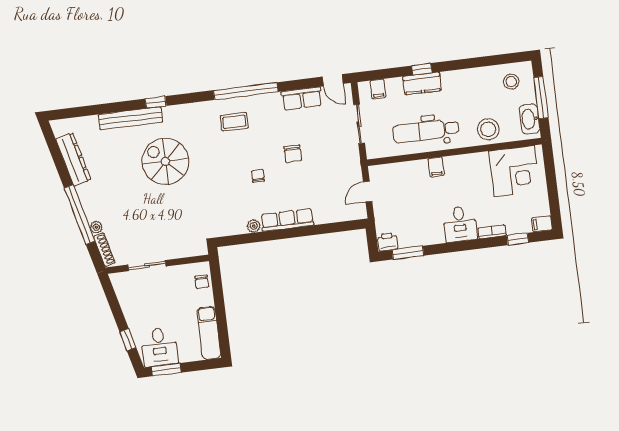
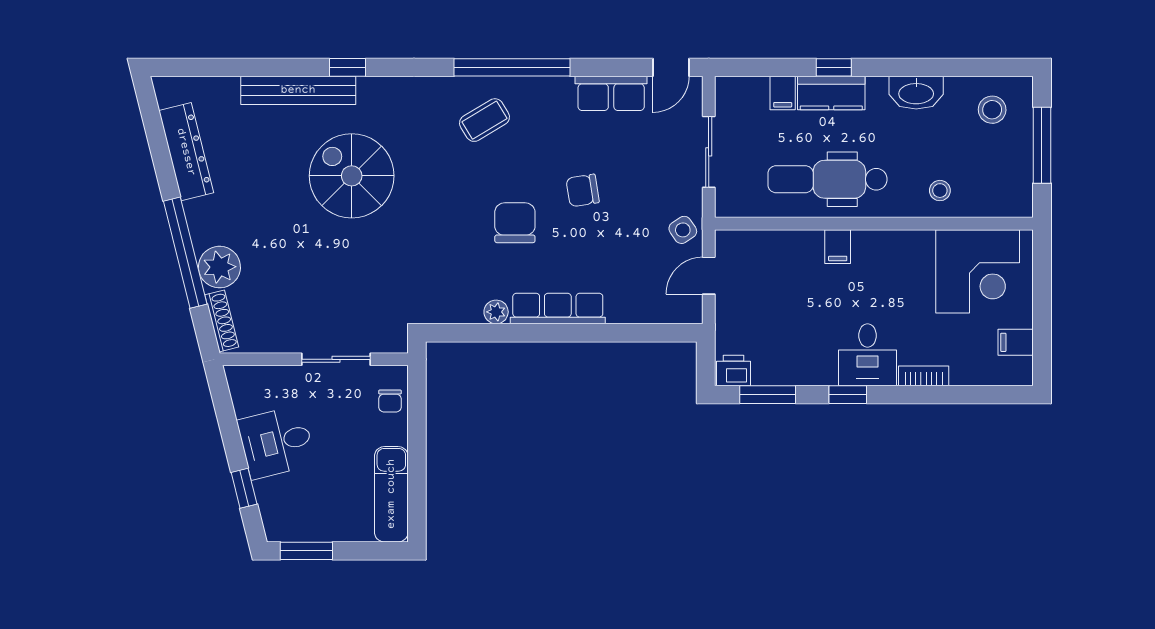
door: (333, 80) -> (671, 67), hinge flipped
filing cabinet: (378, 89) -> (783, 93), moved
washbasin: (530, 119) -> (916, 93), moved, turned -90
coffee table: (234, 122) -> (485, 120), turned -31
stool: (488, 129) -> (940, 191), width x0.53, depth x0.53
chair: (293, 154) -> (583, 190), turned 81
side table: (350, 168) -> (683, 230), added
chair: (258, 176) -> (515, 223), width x1.87, depth x1.87
filing cabinet: (542, 224) -> (1016, 342), moved
plant: (96, 227) -> (219, 267), width x1.88, depth x1.88
window: (518, 239) -> (848, 395), moved
sliding door: (147, 266) -> (336, 359), moved
desk: (159, 347) -> (276, 442), moved, turned 76

